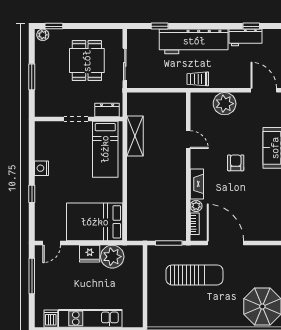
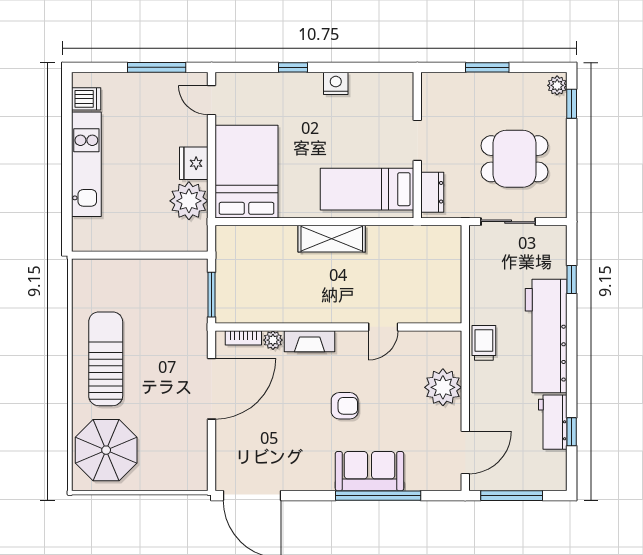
shelving: (135, 136) -> (332, 239), moved
sun lounger: (194, 275) -> (106, 359), moved, turned 180

